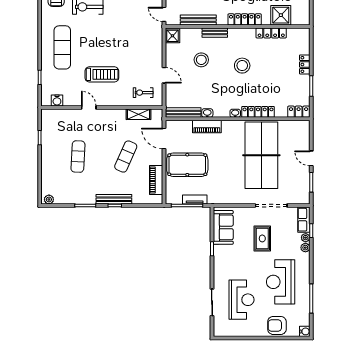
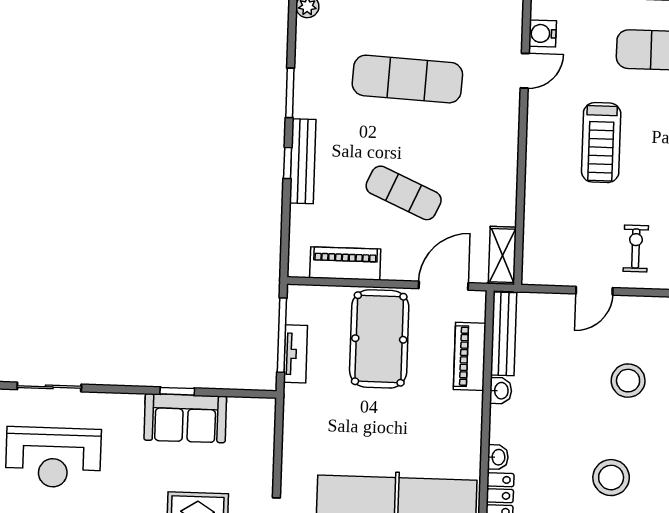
exercise bike: (143, 93) -> (636, 248), moved
door: (89, 107) -> (525, 71), moved
shelving: (138, 114) -> (502, 255), moved
piano: (207, 127) -> (470, 356), moved
exercise mat: (78, 157) -> (407, 79), width x1.36, depth x1.45
sofa: (223, 227) -> (185, 418), moved

